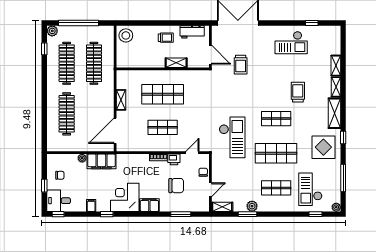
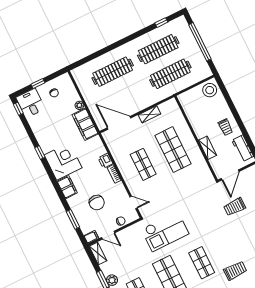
plant: (52, 31) -> (181, 22), removed
printer: (174, 159) -> (105, 161), moved
filing cabinet: (91, 205) -> (91, 237), moved

